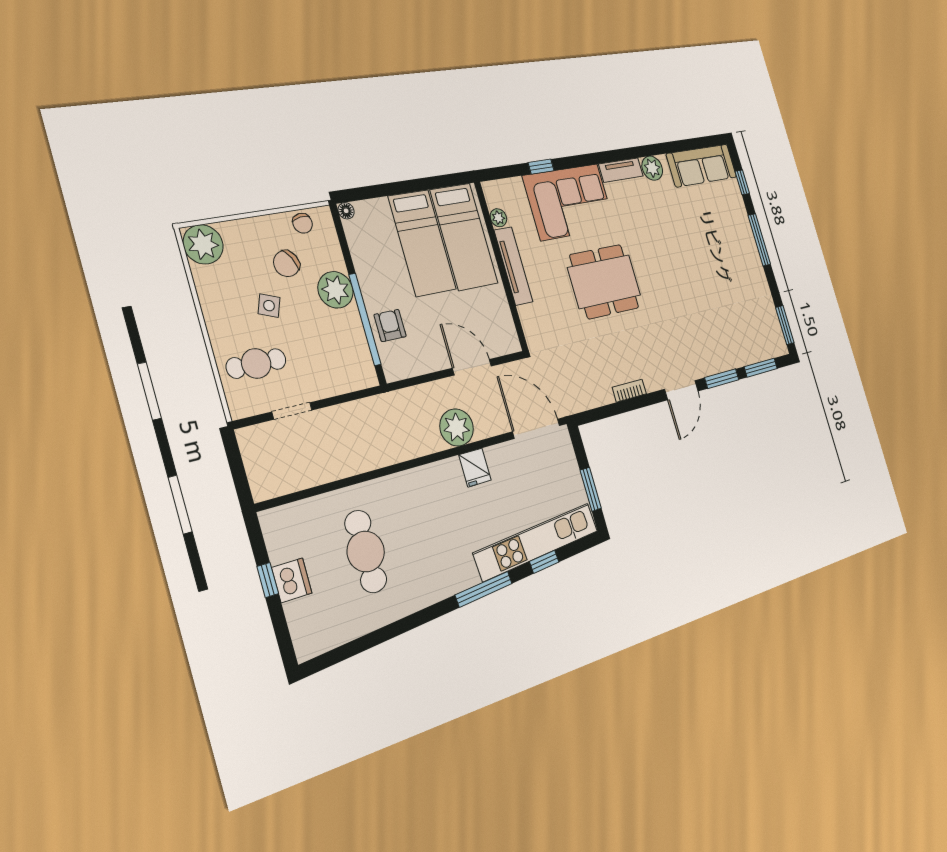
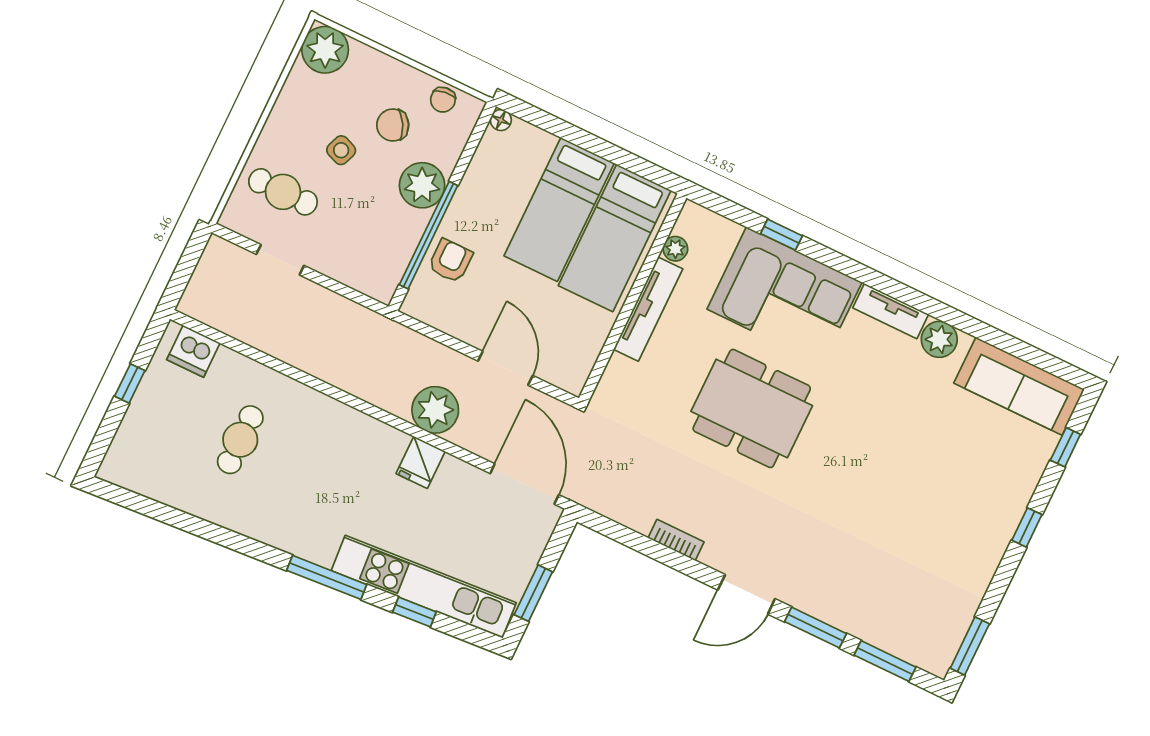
window: (759, 240) -> (1027, 527), width x0.46
cafe table: (366, 551) -> (240, 440), width x0.73, depth x0.74
dishwasher: (292, 580) -> (193, 351), moved, turned 90

